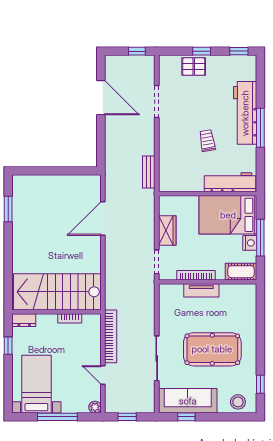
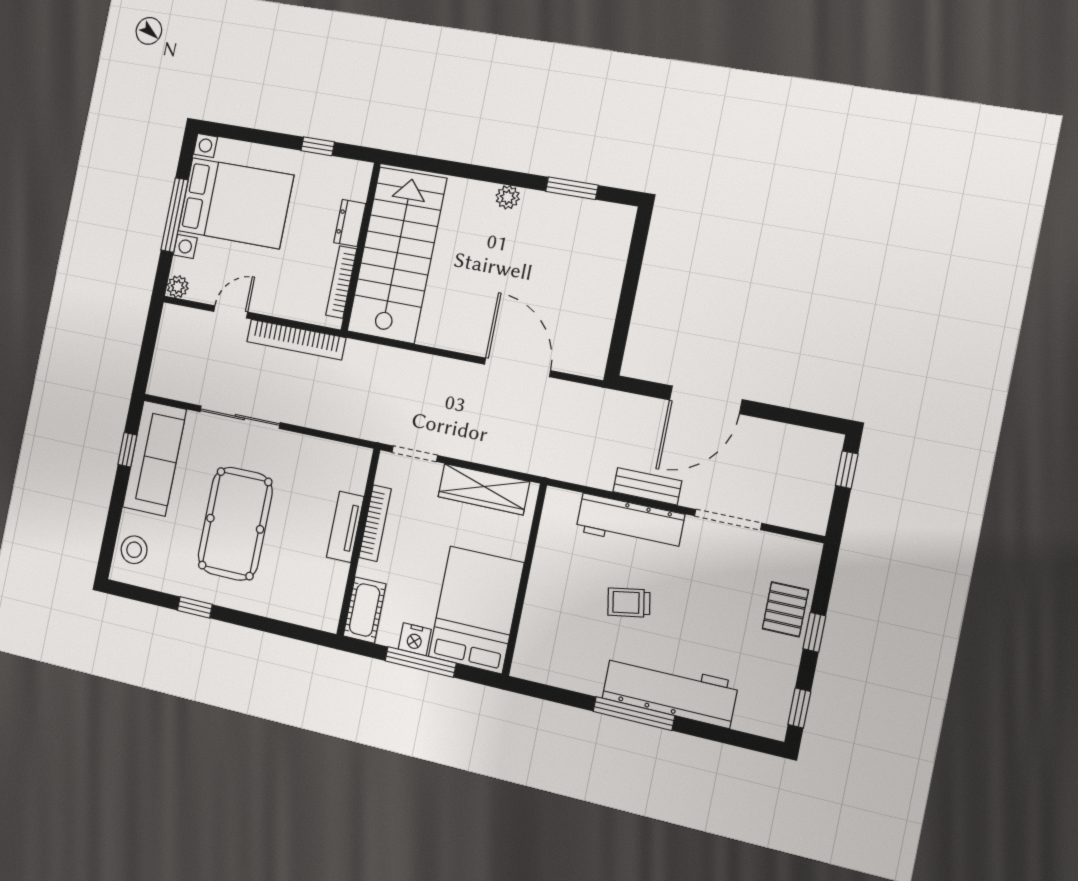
window: (137, 51) -> (847, 470), moved
door: (101, 98) -> (706, 400), moved
trolley: (207, 141) -> (629, 603), turned 180
bench: (149, 172) -> (647, 486), moved
workbench: (230, 182) -> (630, 522), moved, turned 90
wardrobe: (167, 231) -> (484, 489), width x1.50
plant: (18, 241) -> (508, 197), added
bookcase: (70, 318) -> (341, 282), width x1.56
dresser: (24, 320) -> (350, 223), moved
bed with nightstands: (36, 384) -> (236, 203), width x1.36
window: (260, 384) -> (195, 607), moved
window: (127, 417) -> (149, 342), removed

